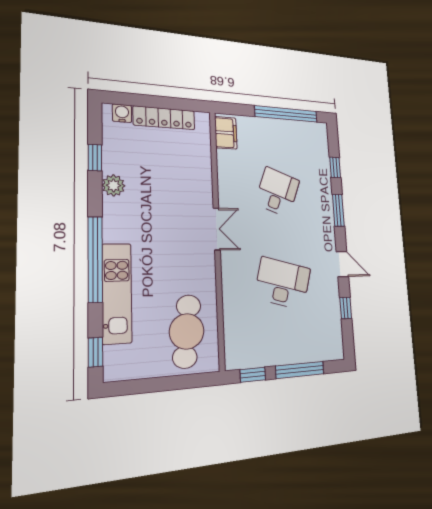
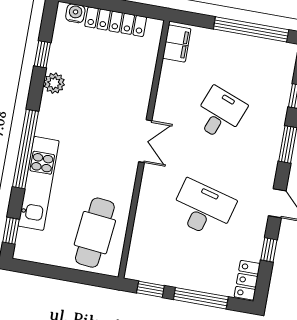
locker: (335, 341) -> (247, 280), added

